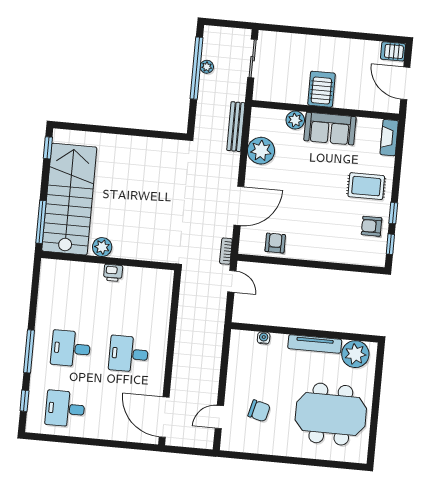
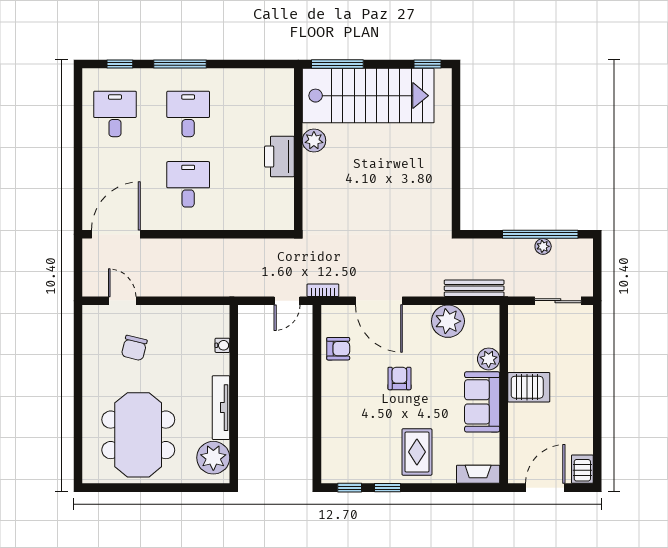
armchair: (372, 226) -> (399, 378), moved
printer: (113, 273) -> (279, 157), width x1.87, depth x1.48

